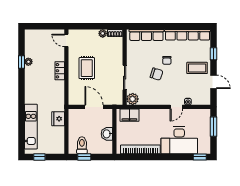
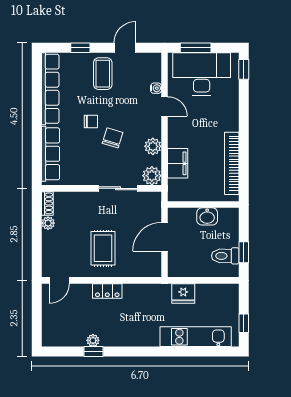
rug: (87, 68) -> (103, 248), turned 90
plant: (151, 100) -> (153, 146), added
filing cabinet: (129, 115) -> (178, 163), moved
desk: (179, 140) -> (202, 74), moved, turned -90

